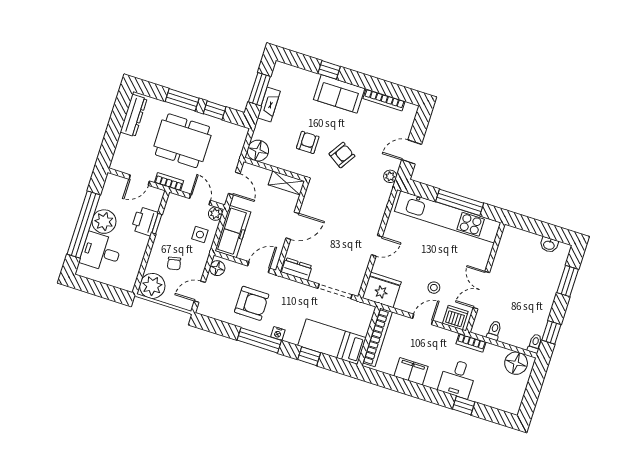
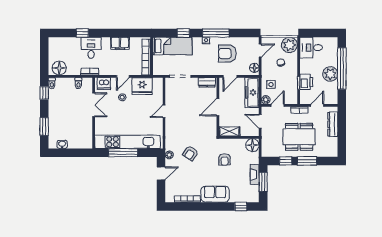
window: (329, 70) -> (241, 206), moved
dresser: (134, 115) -> (333, 124), moved
armchair: (342, 155) -> (190, 153), moved
door: (200, 199) -> (278, 105), swing flipped
desk: (101, 252) -> (311, 48), moved, turned 180
fridge: (382, 290) -> (142, 86), moved

